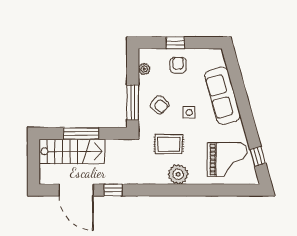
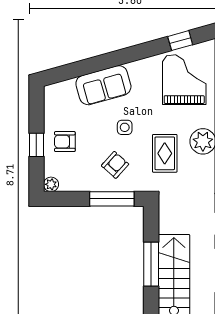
plant: (144, 69) -> (51, 184), moved
sofa: (223, 96) -> (103, 85), width x0.73

